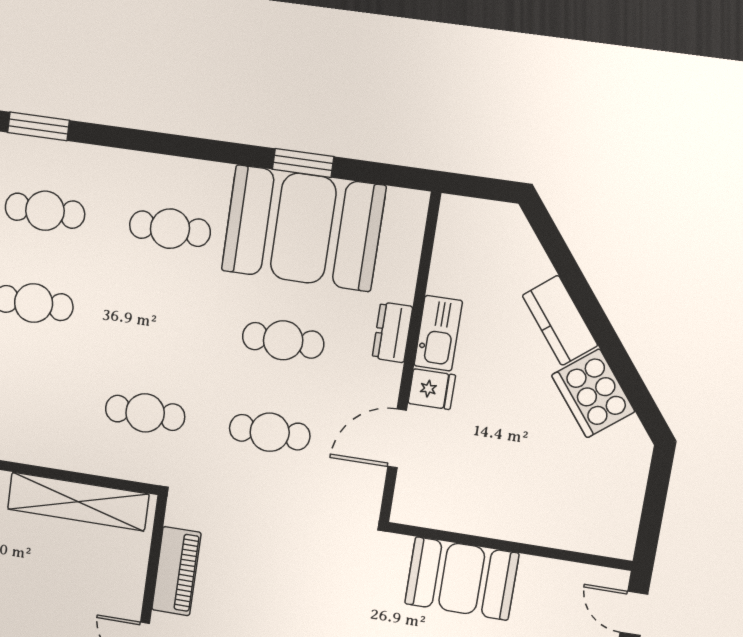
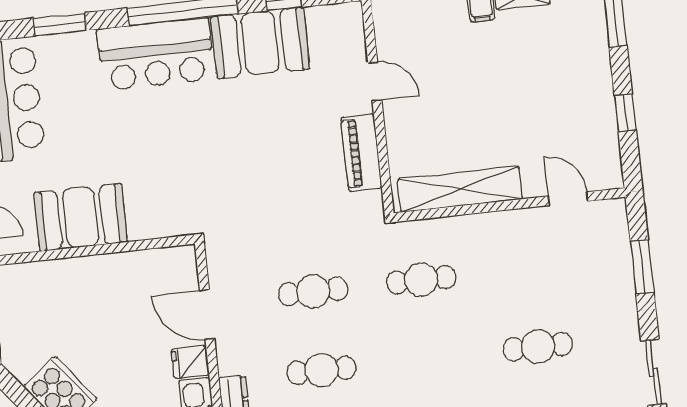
door: (397, 438) -> (207, 314), swing flipped
booth: (462, 579) -> (81, 217), moved

